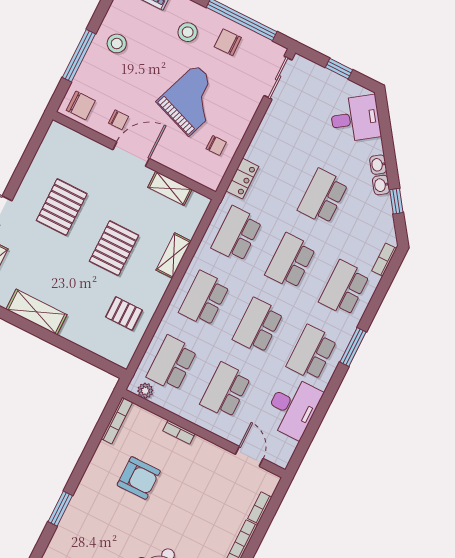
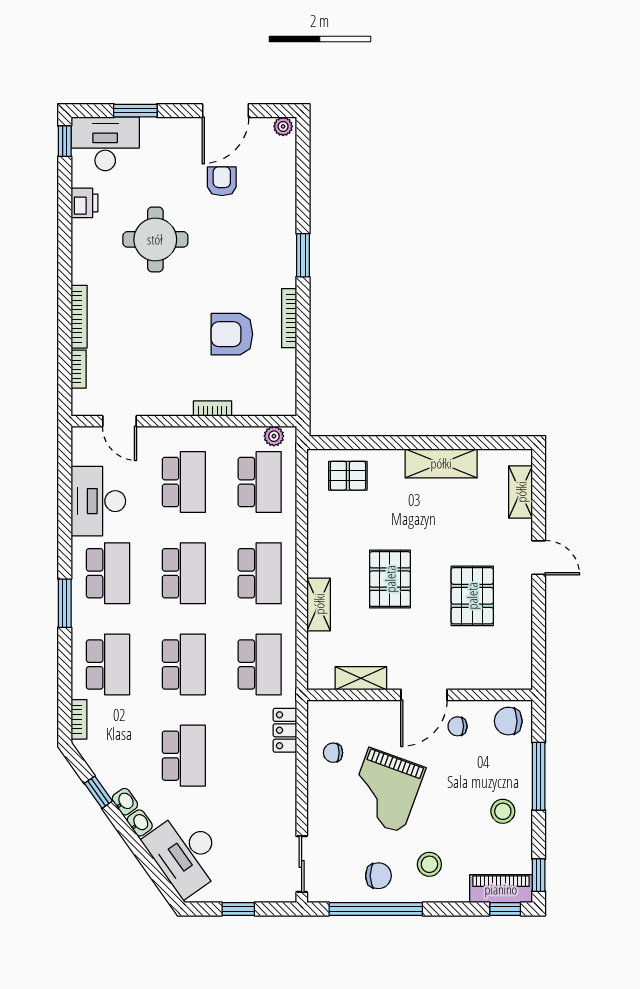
desk: (355, 119) -> (186, 853), width x1.37
pallet: (124, 313) -> (348, 476), moved
bookcase: (117, 421) -> (289, 318), moved

